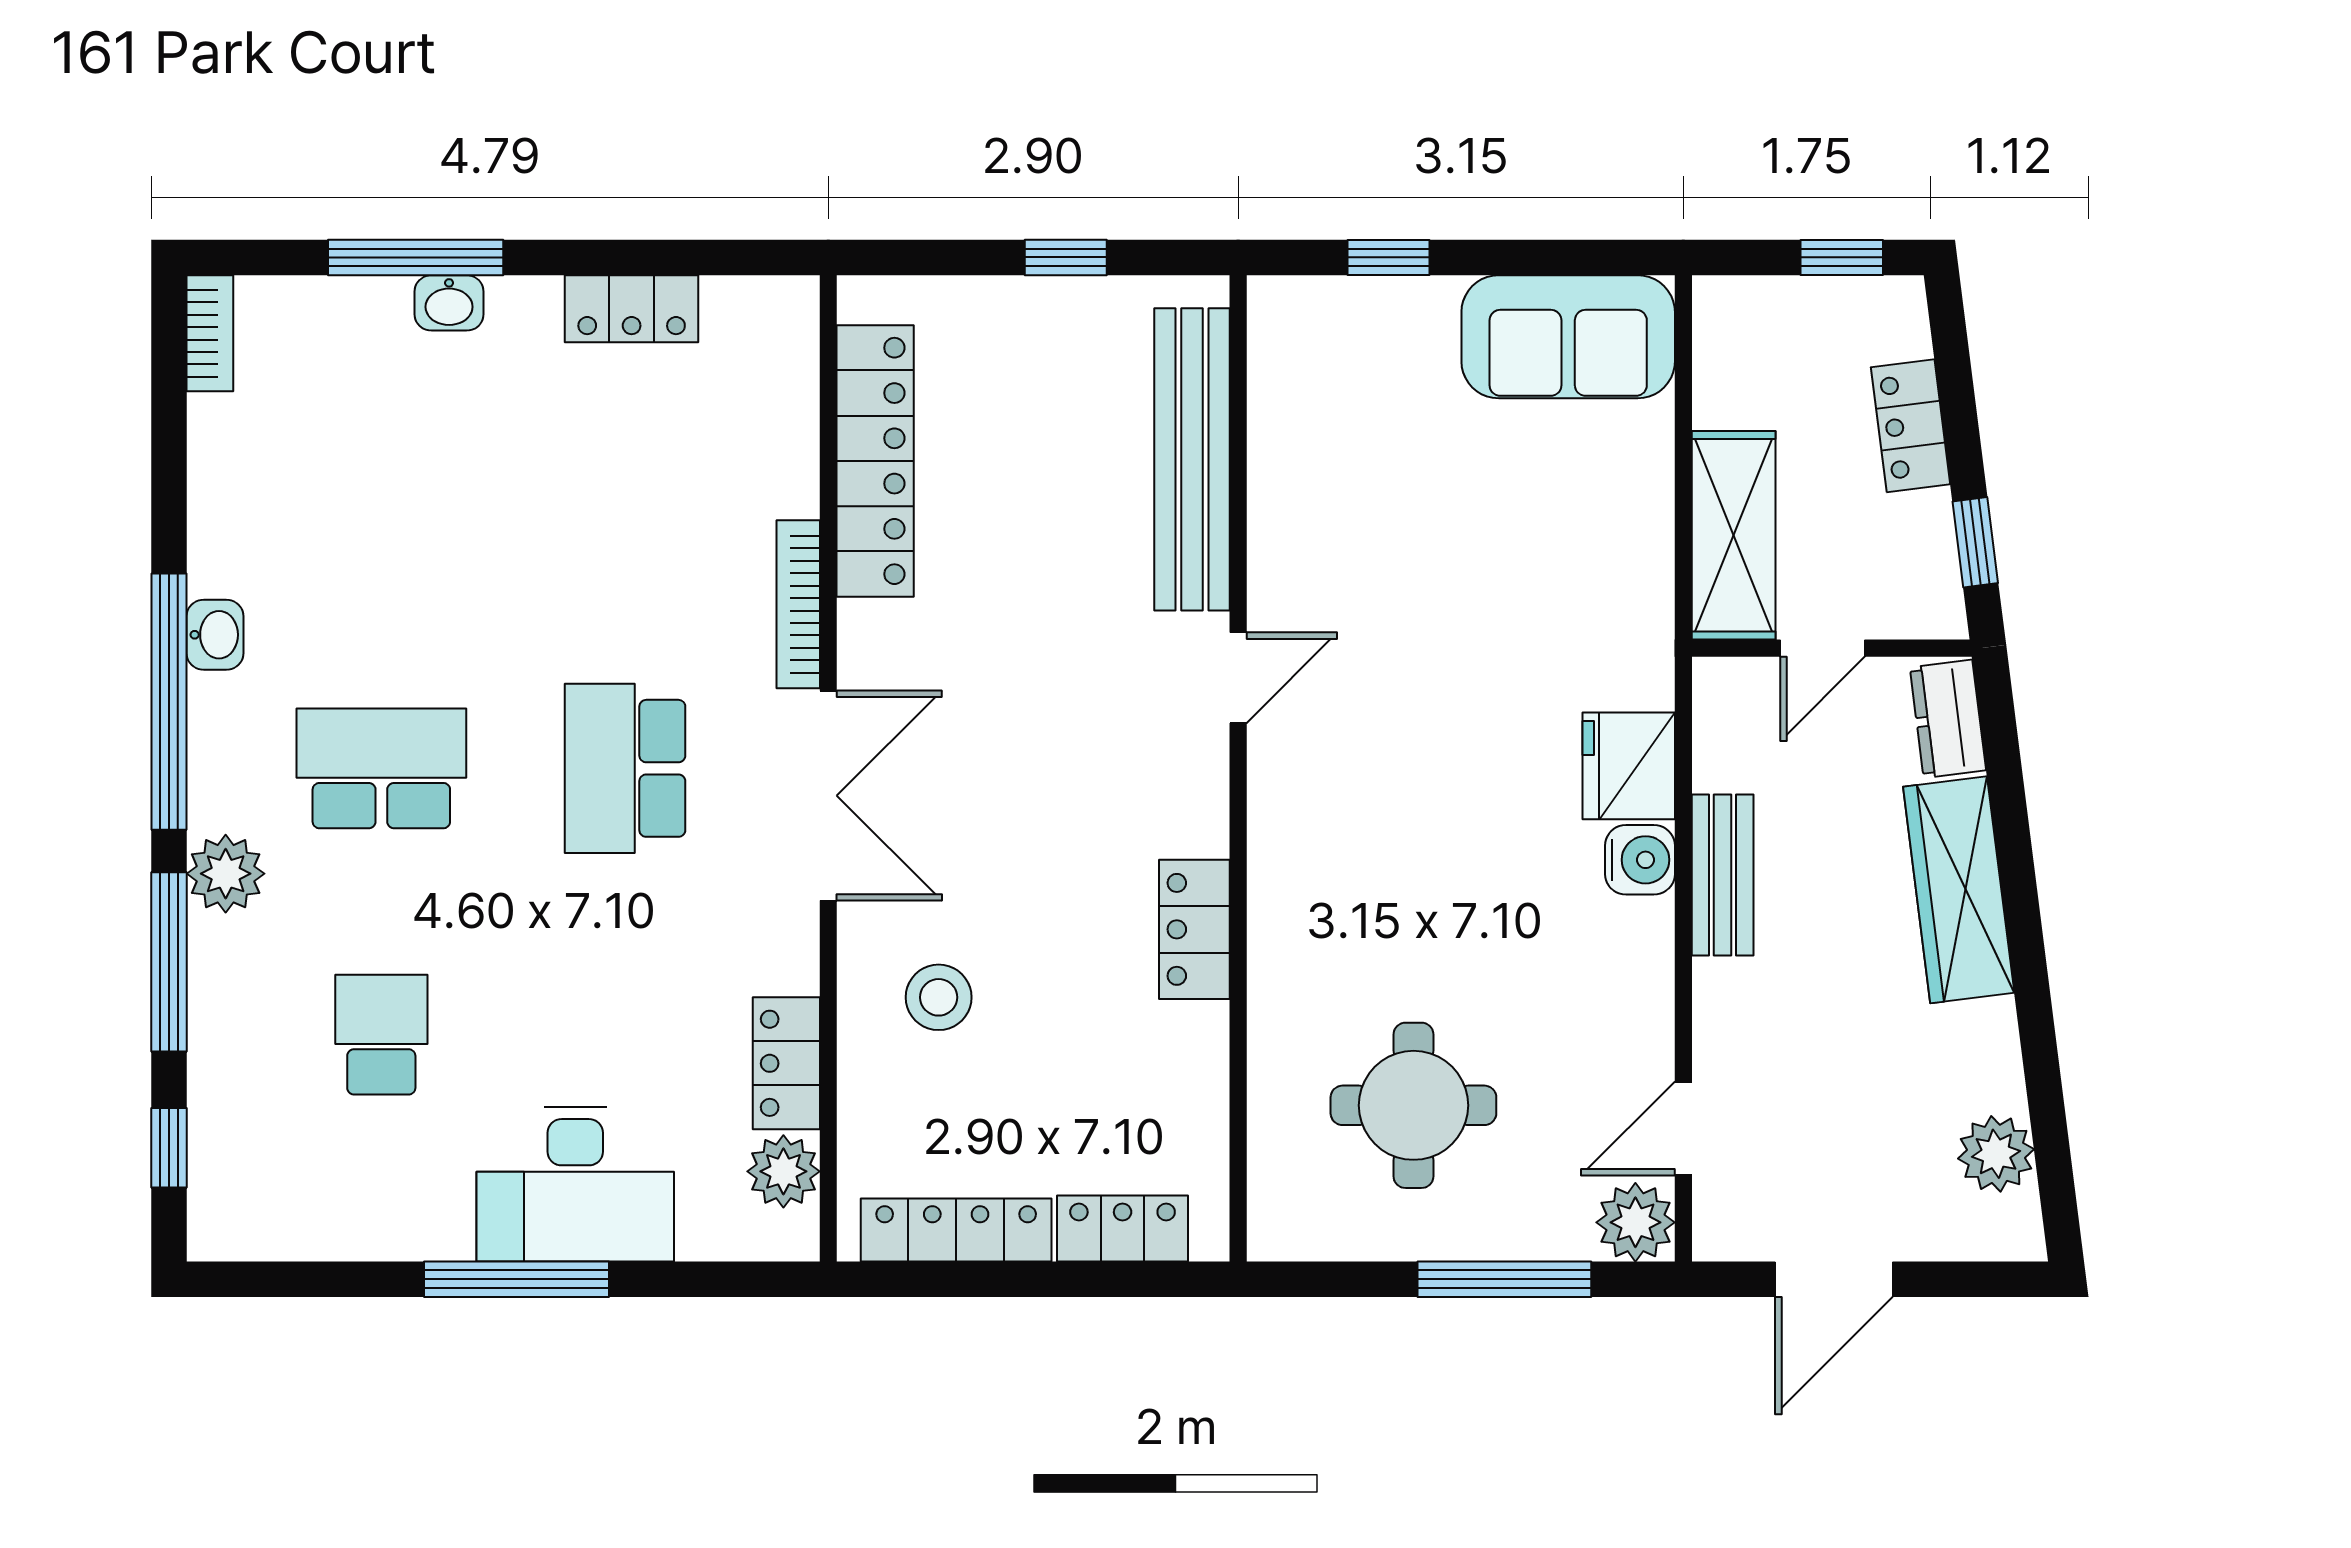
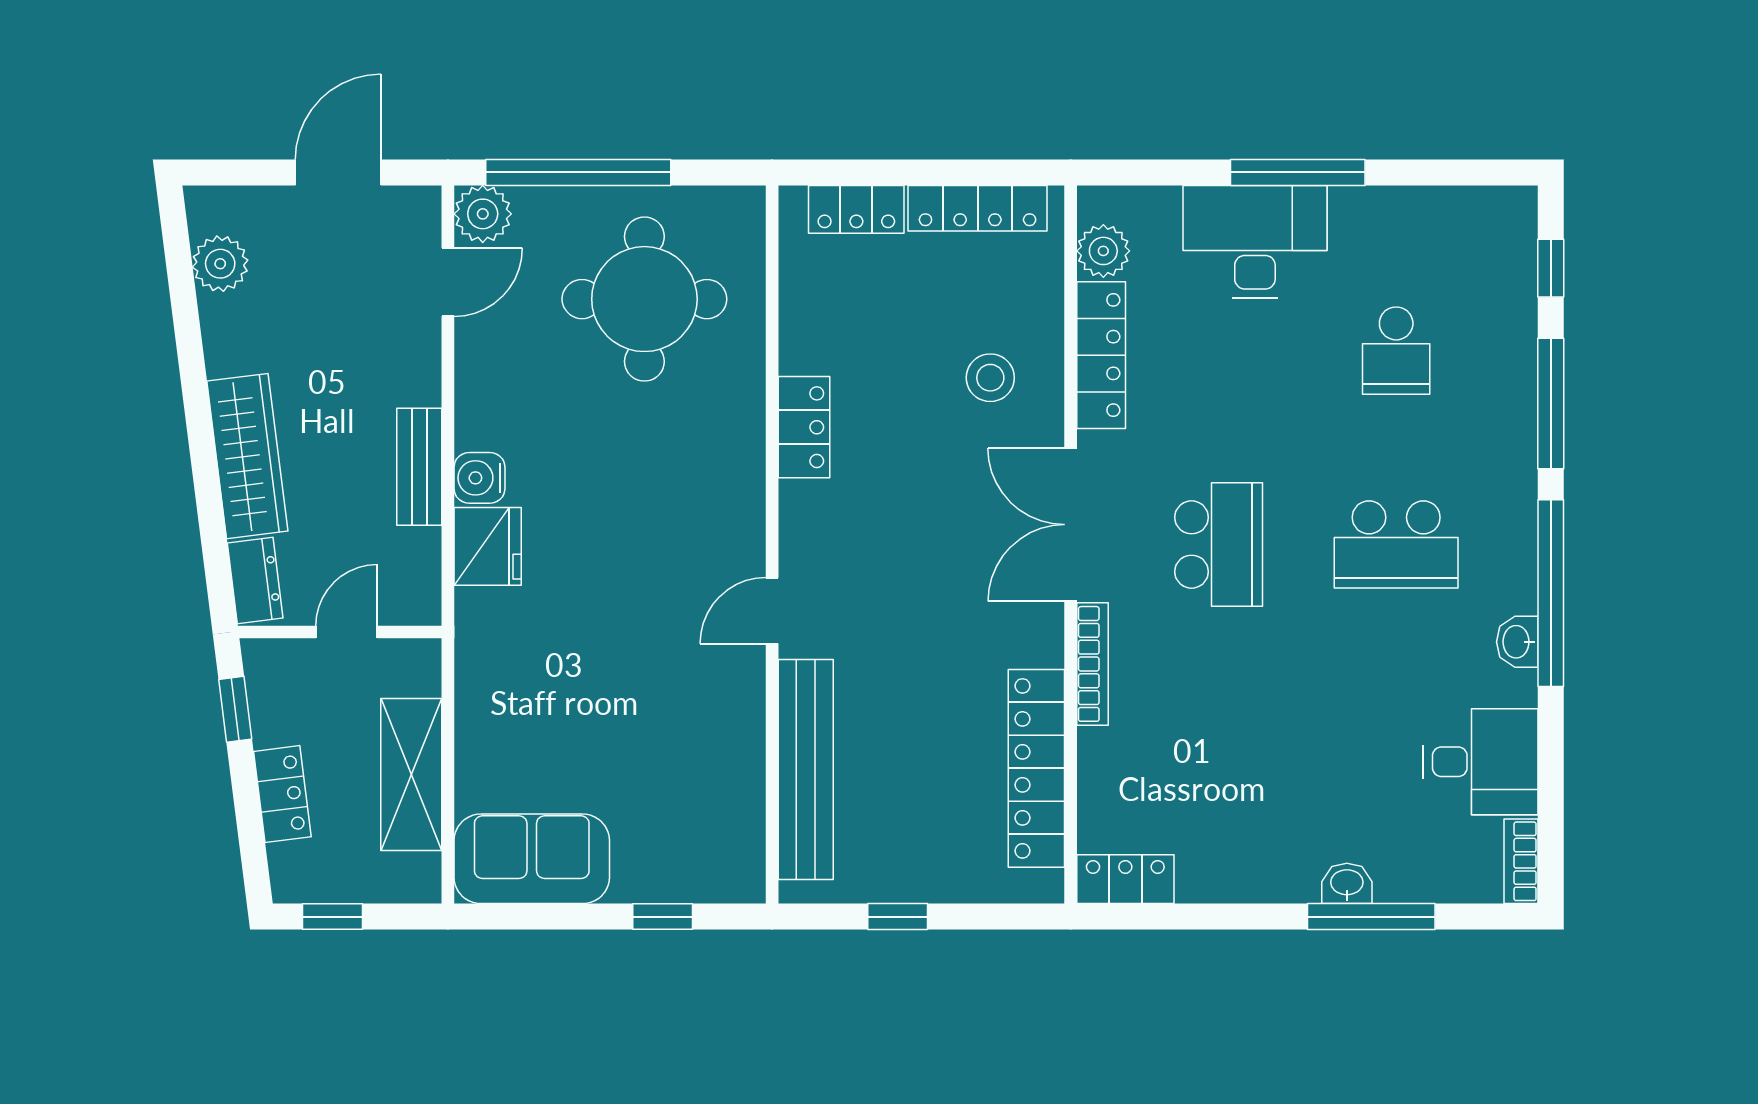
locker: (632, 309) -> (1125, 879), moved
desk: (265, 470) -> (1481, 762), added
shelving: (1734, 535) -> (411, 774), moved
plant: (226, 874) -> (1510, 468), removed
locker: (786, 1063) -> (1101, 355), width x1.53
round table: (1413, 1105) -> (644, 299), width x1.36, depth x1.36
window: (1504, 1279) -> (578, 172), width x1.46

